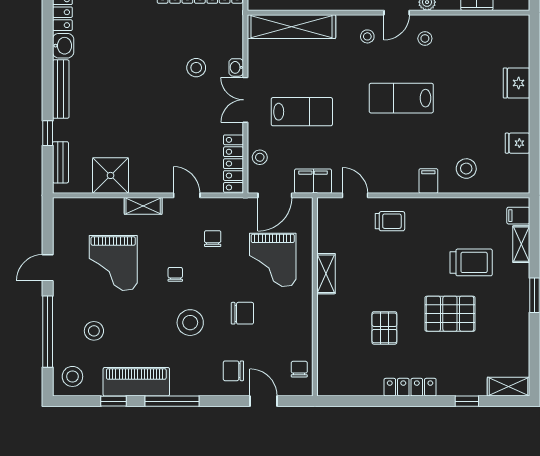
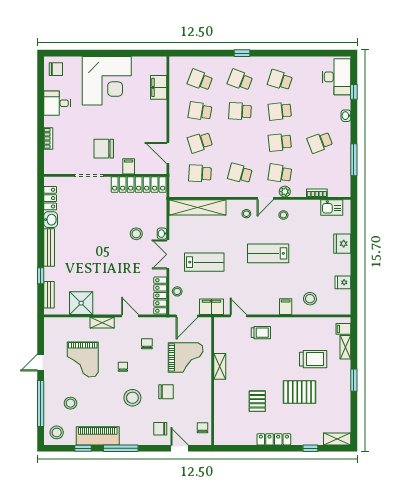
kitchen sink: (500, 27) -> (332, 207), added
grand piano: (273, 260) -> (186, 357), turned -90

